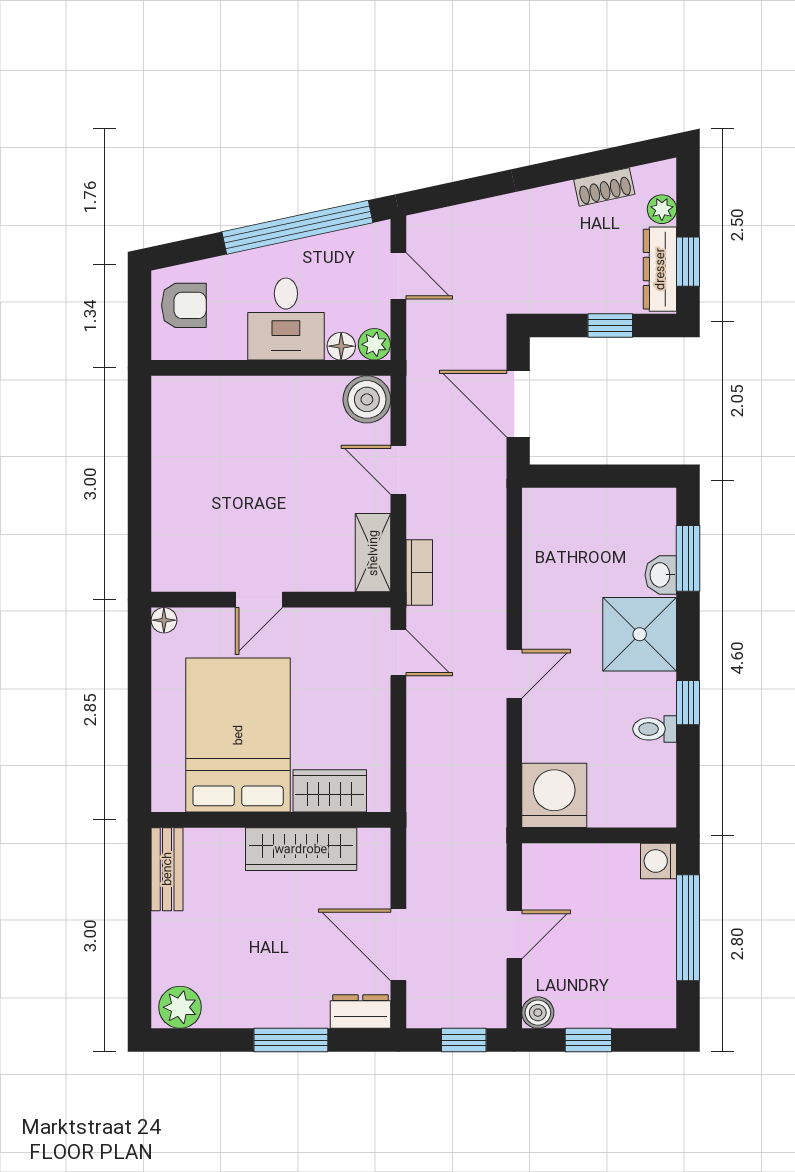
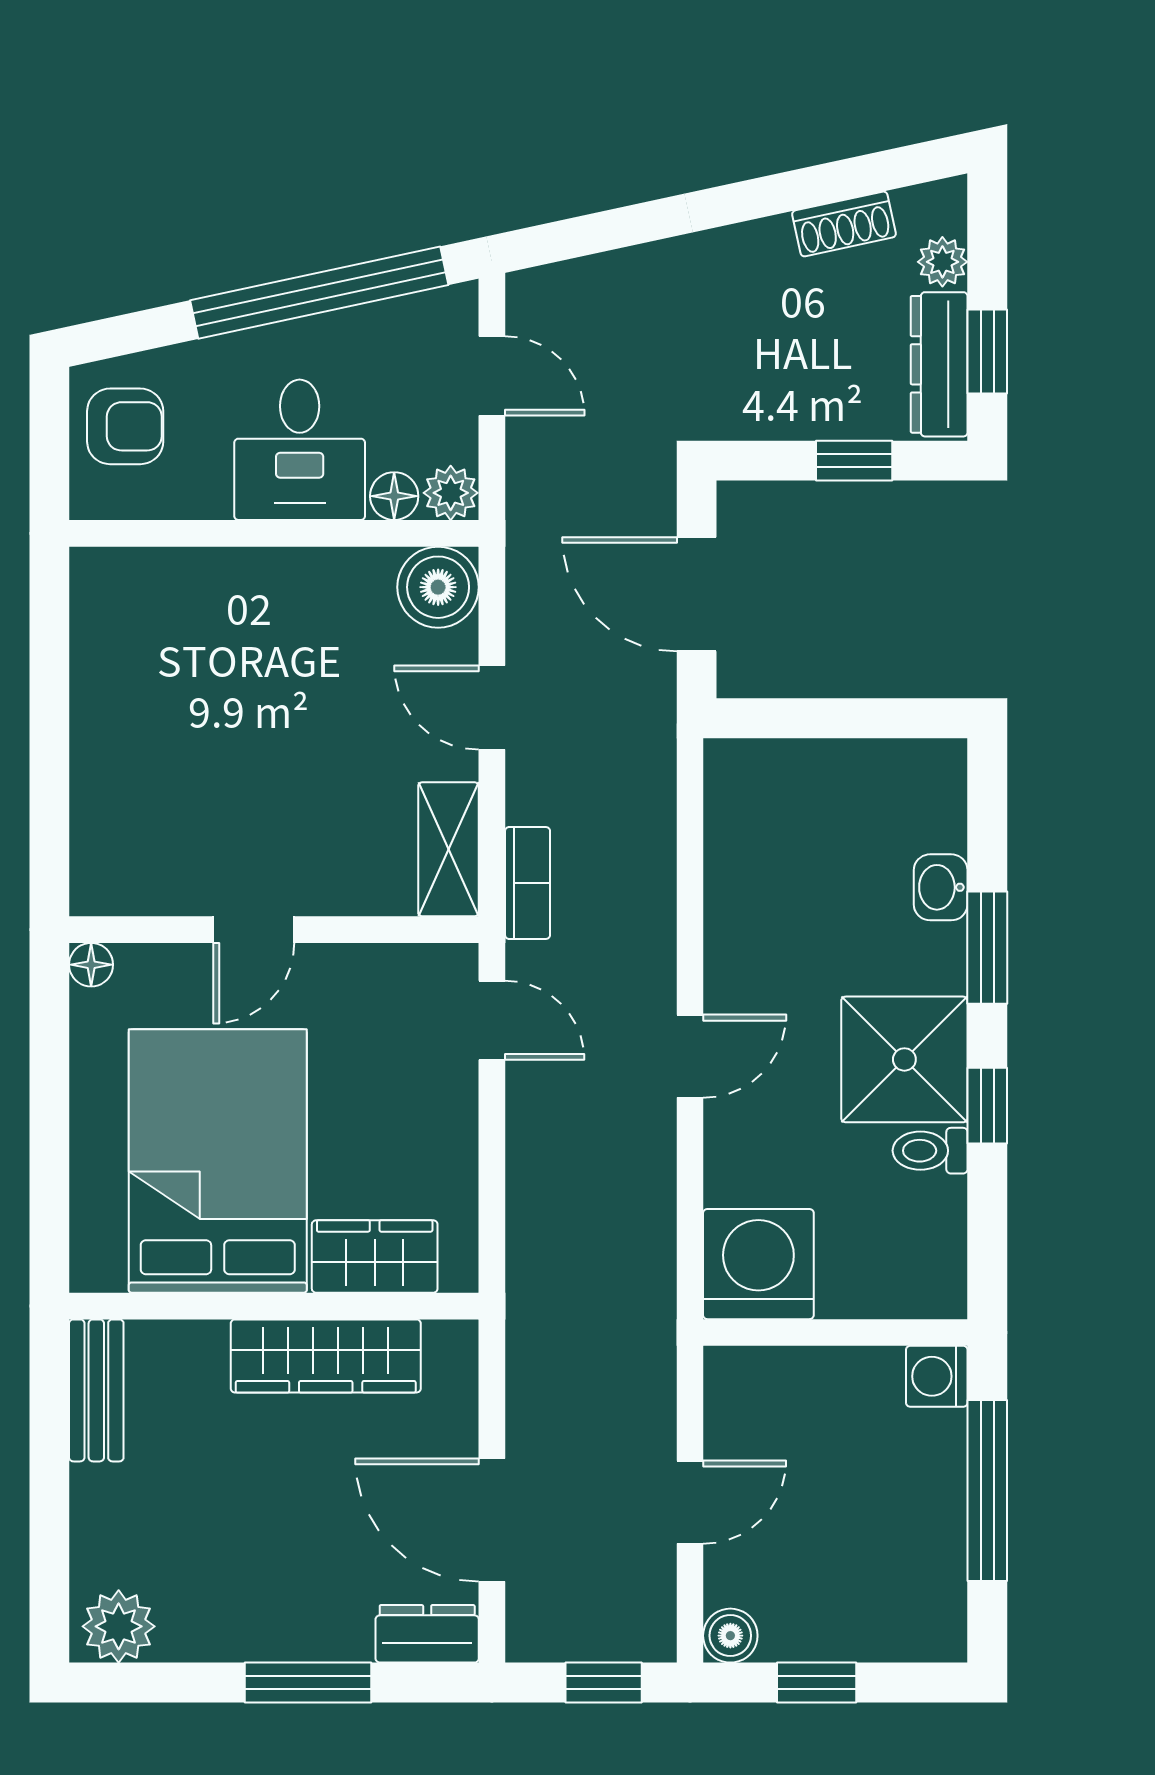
window: (688, 558) -> (987, 948), moved
shower: (640, 634) -> (904, 1059), moved

